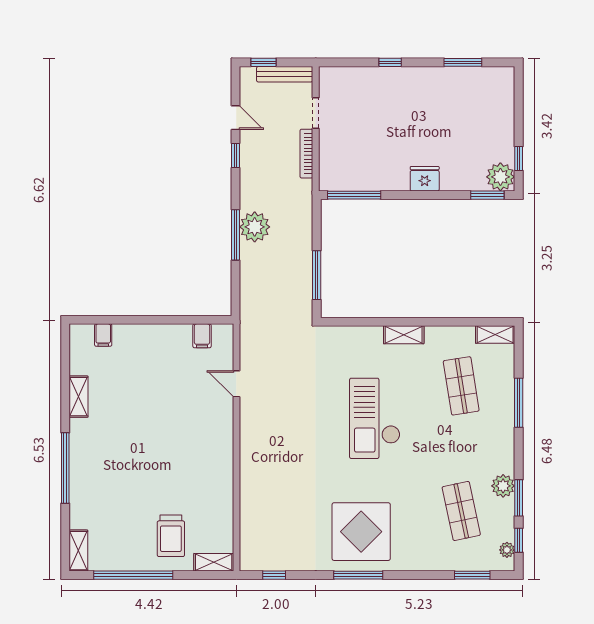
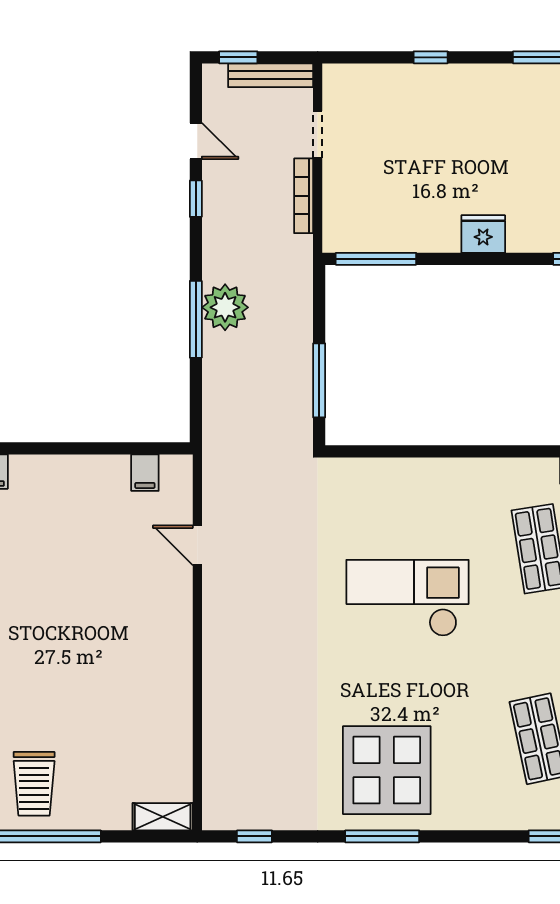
shelving: (404, 335) -> (451, 471), removed
checkout: (375, 418) -> (407, 598), turned 90
trolley: (171, 536) -> (34, 784), moved

